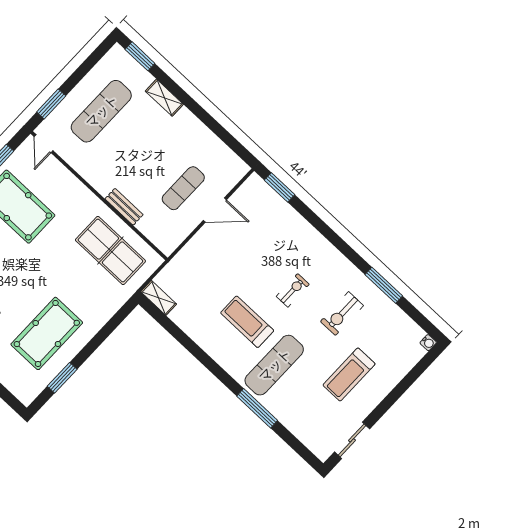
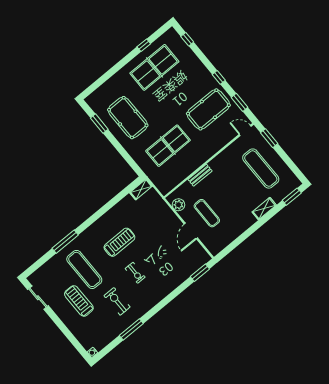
plant: (176, 235) -> (178, 205), added
table tennis table: (110, 251) -> (168, 146), moved
exercise mat: (274, 365) -> (84, 269), moved

